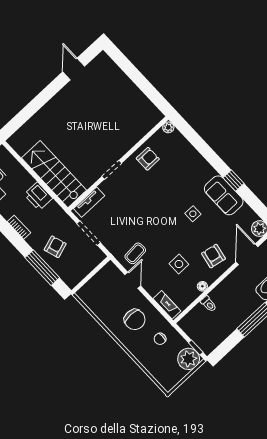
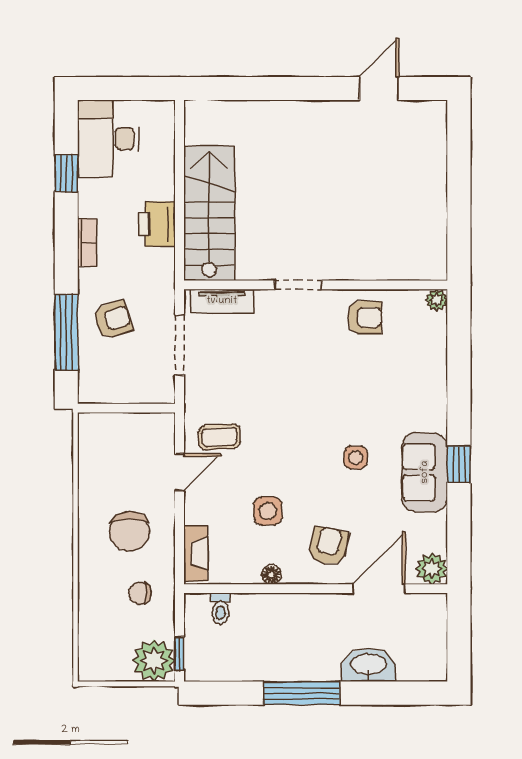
toilet: (209, 304) -> (221, 608), moved

